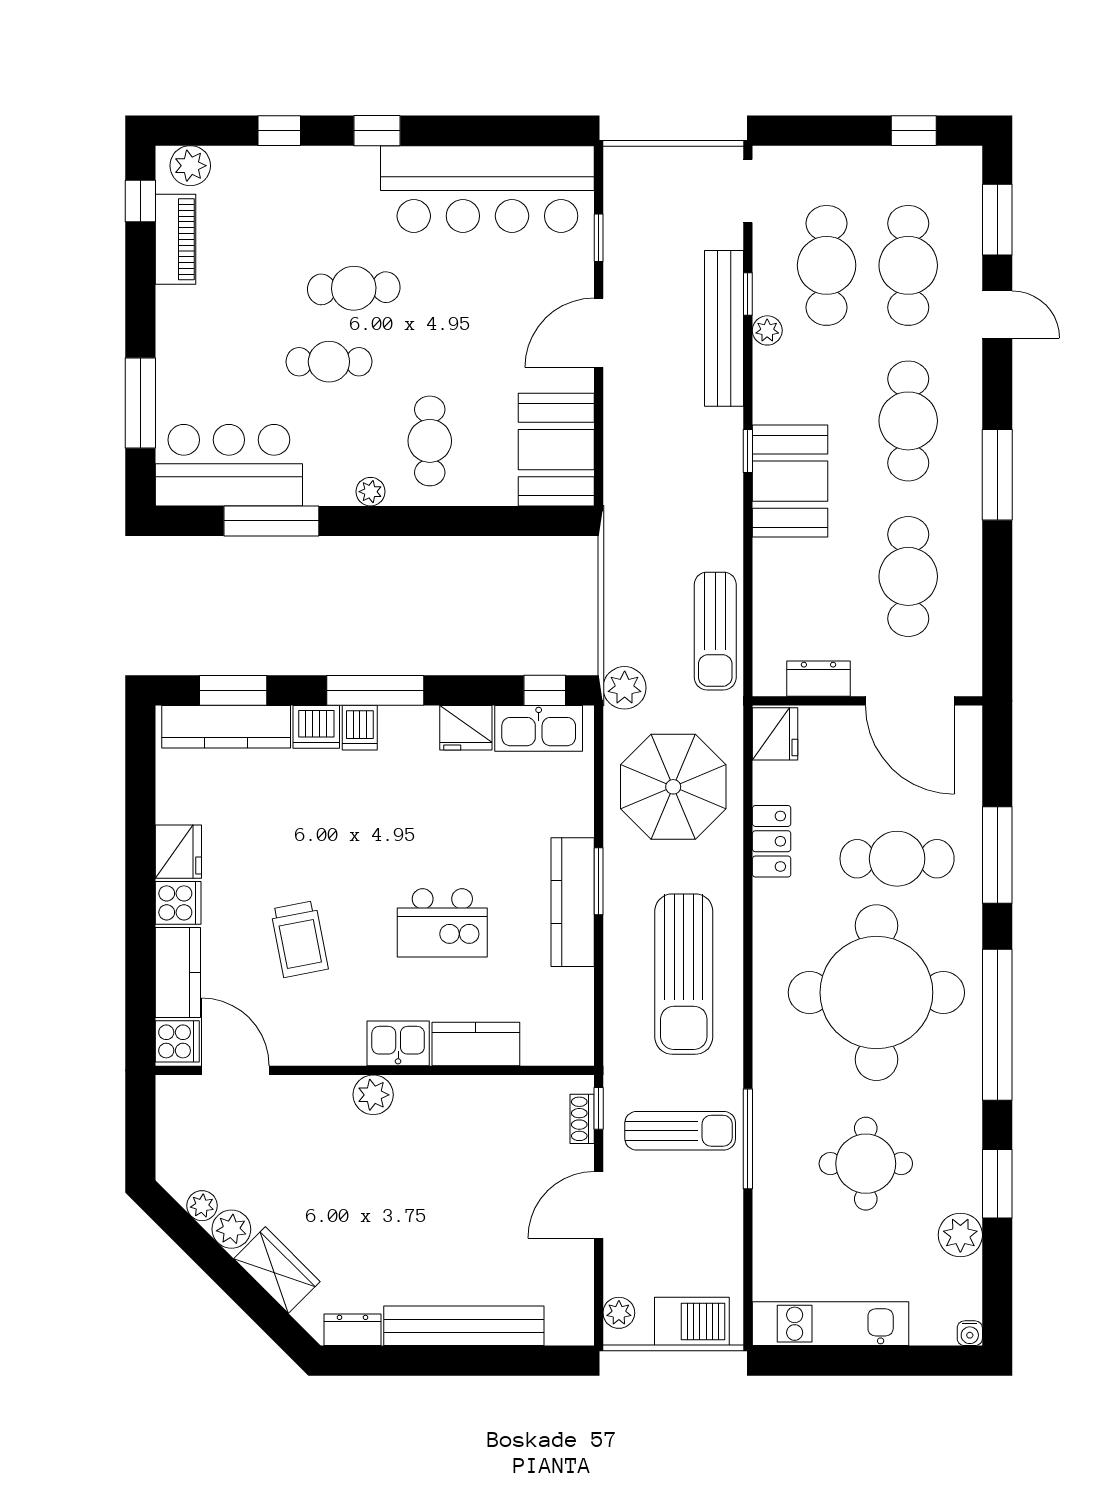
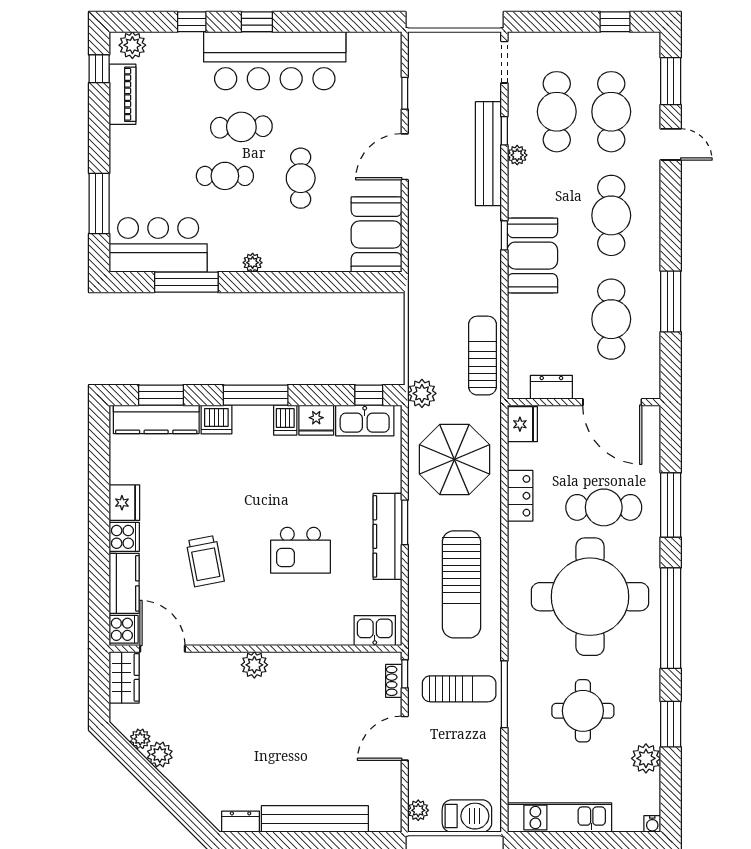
bar counter: (487, 189) -> (275, 61), moved
cafe table: (430, 441) -> (301, 178), moved
window: (997, 475) -> (671, 301), moved
sun lounger: (715, 631) -> (482, 356), turned 180
dishwasher: (360, 728) -> (285, 420), moved
kitchen sink: (398, 1043) -> (375, 631), moved
kitchen counter: (476, 1044) -> (323, 631), removed
wardrobe: (277, 1270) -> (124, 677), moved, turned 45

